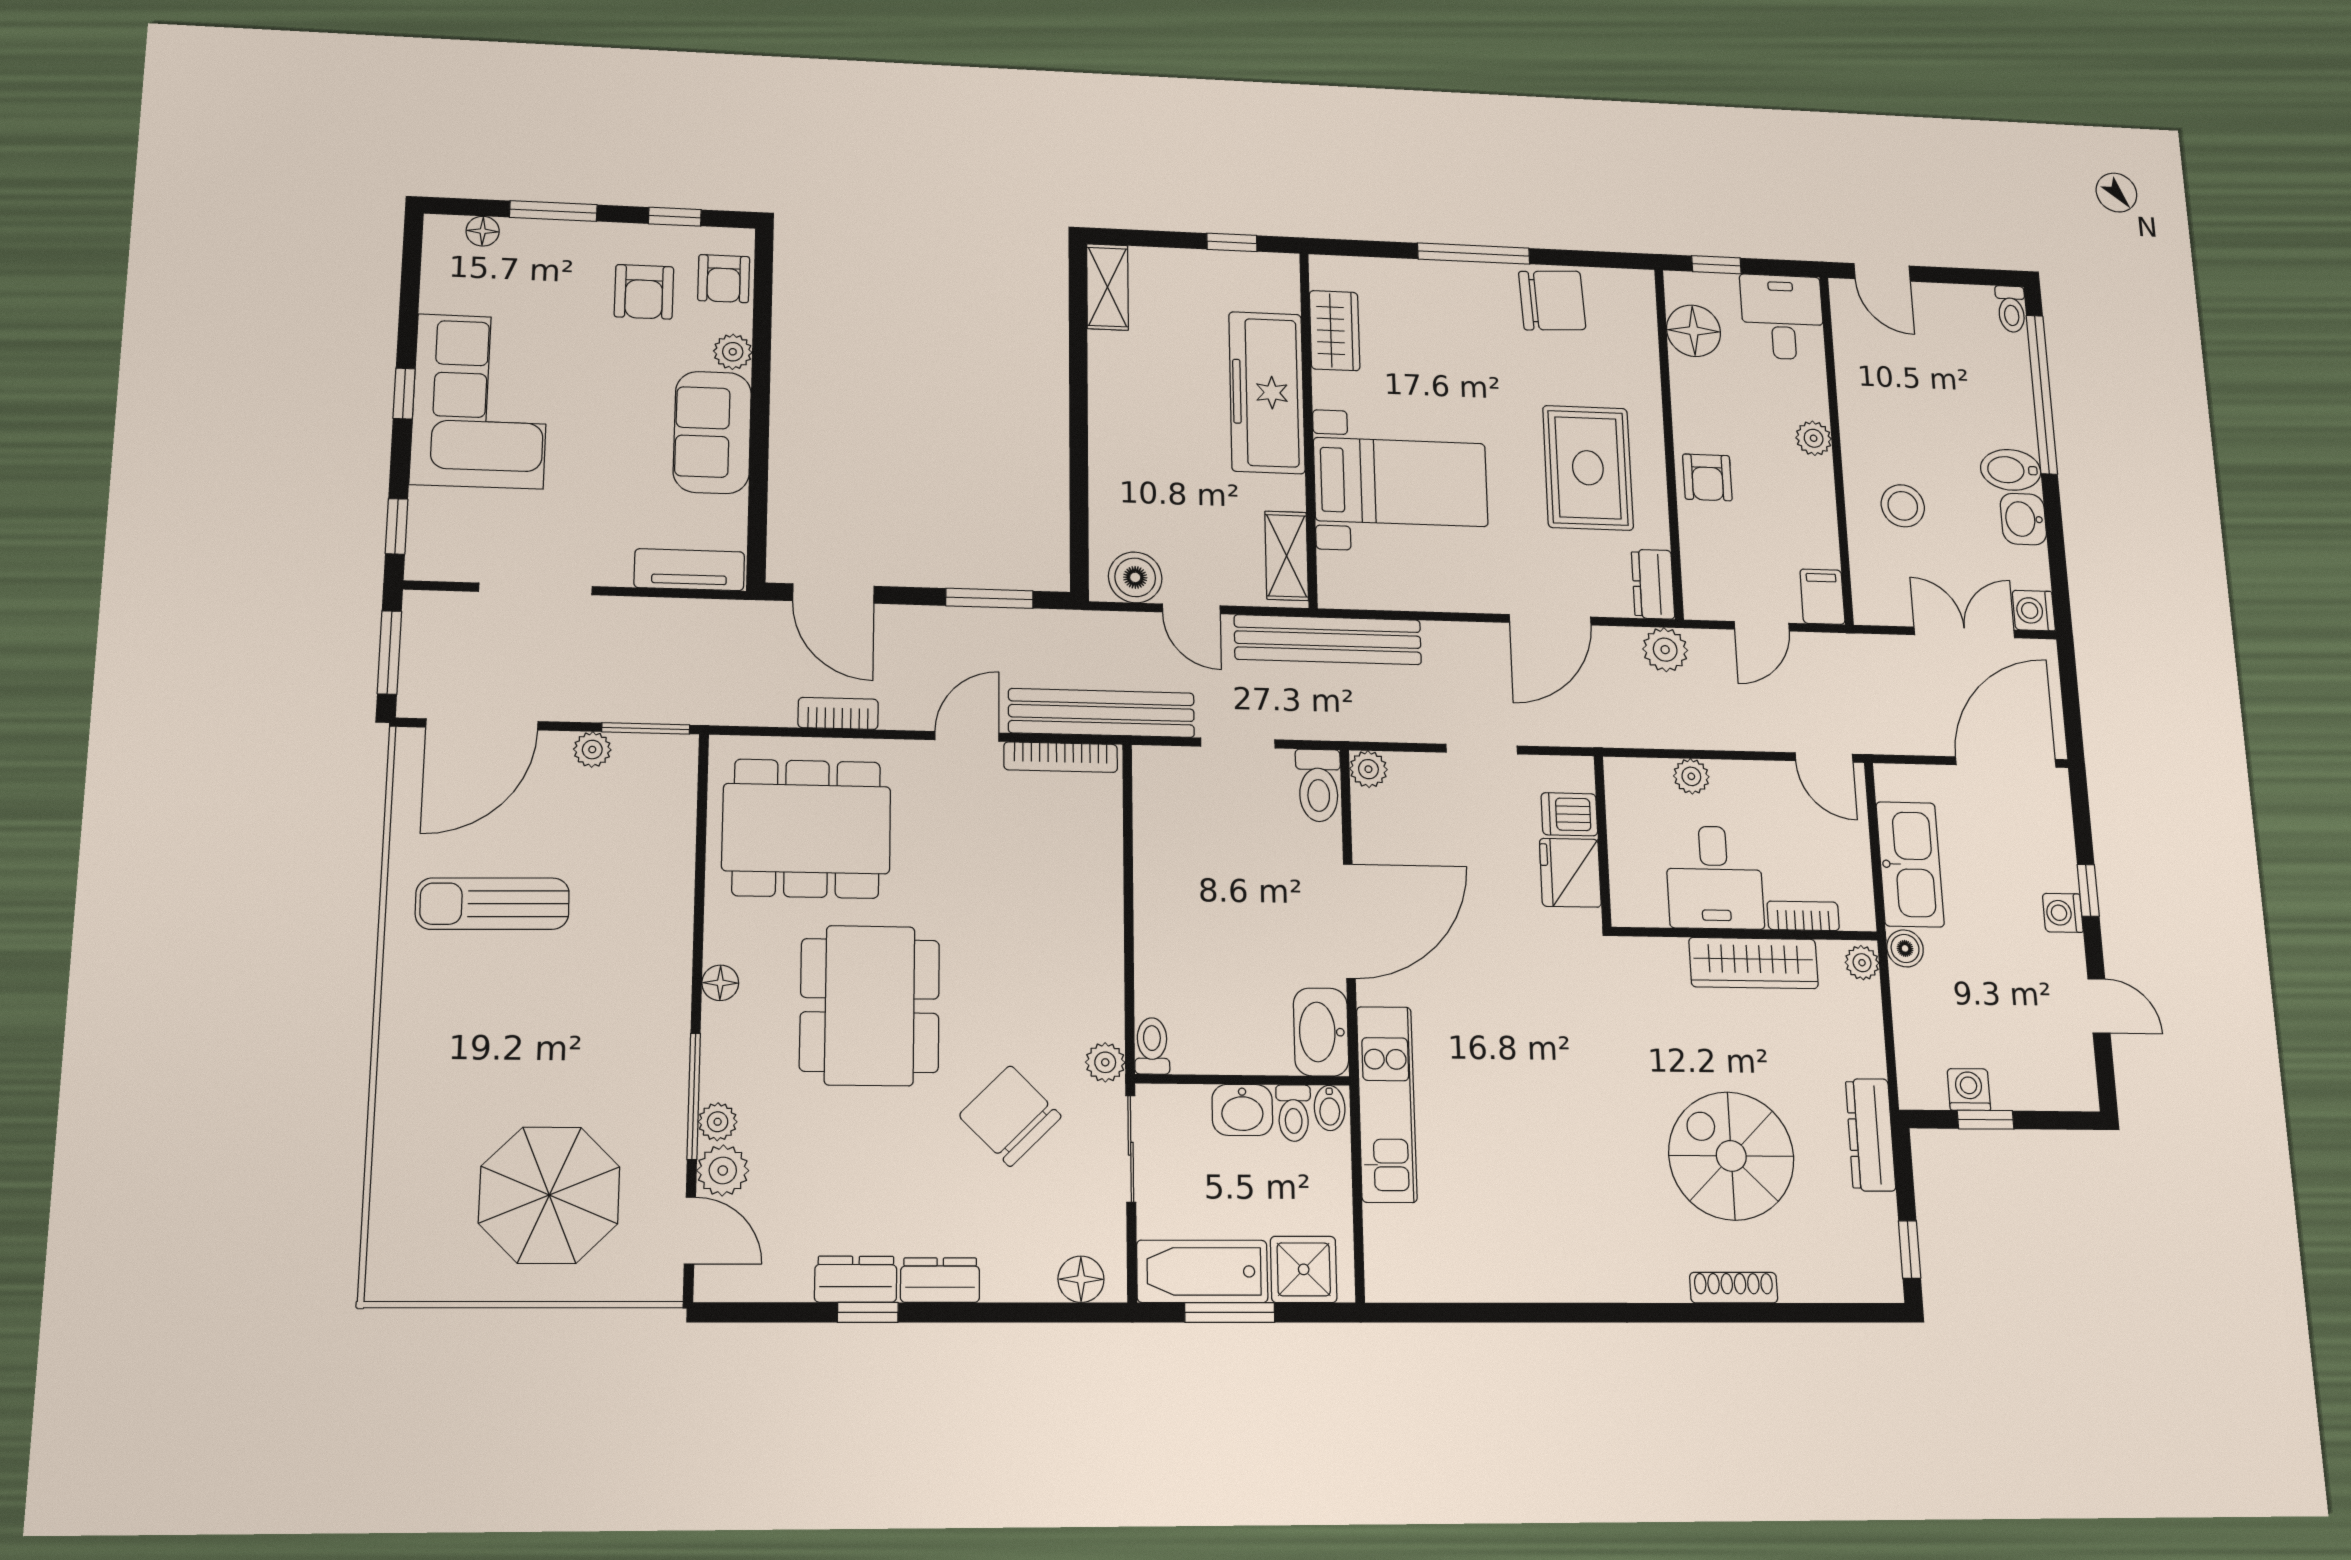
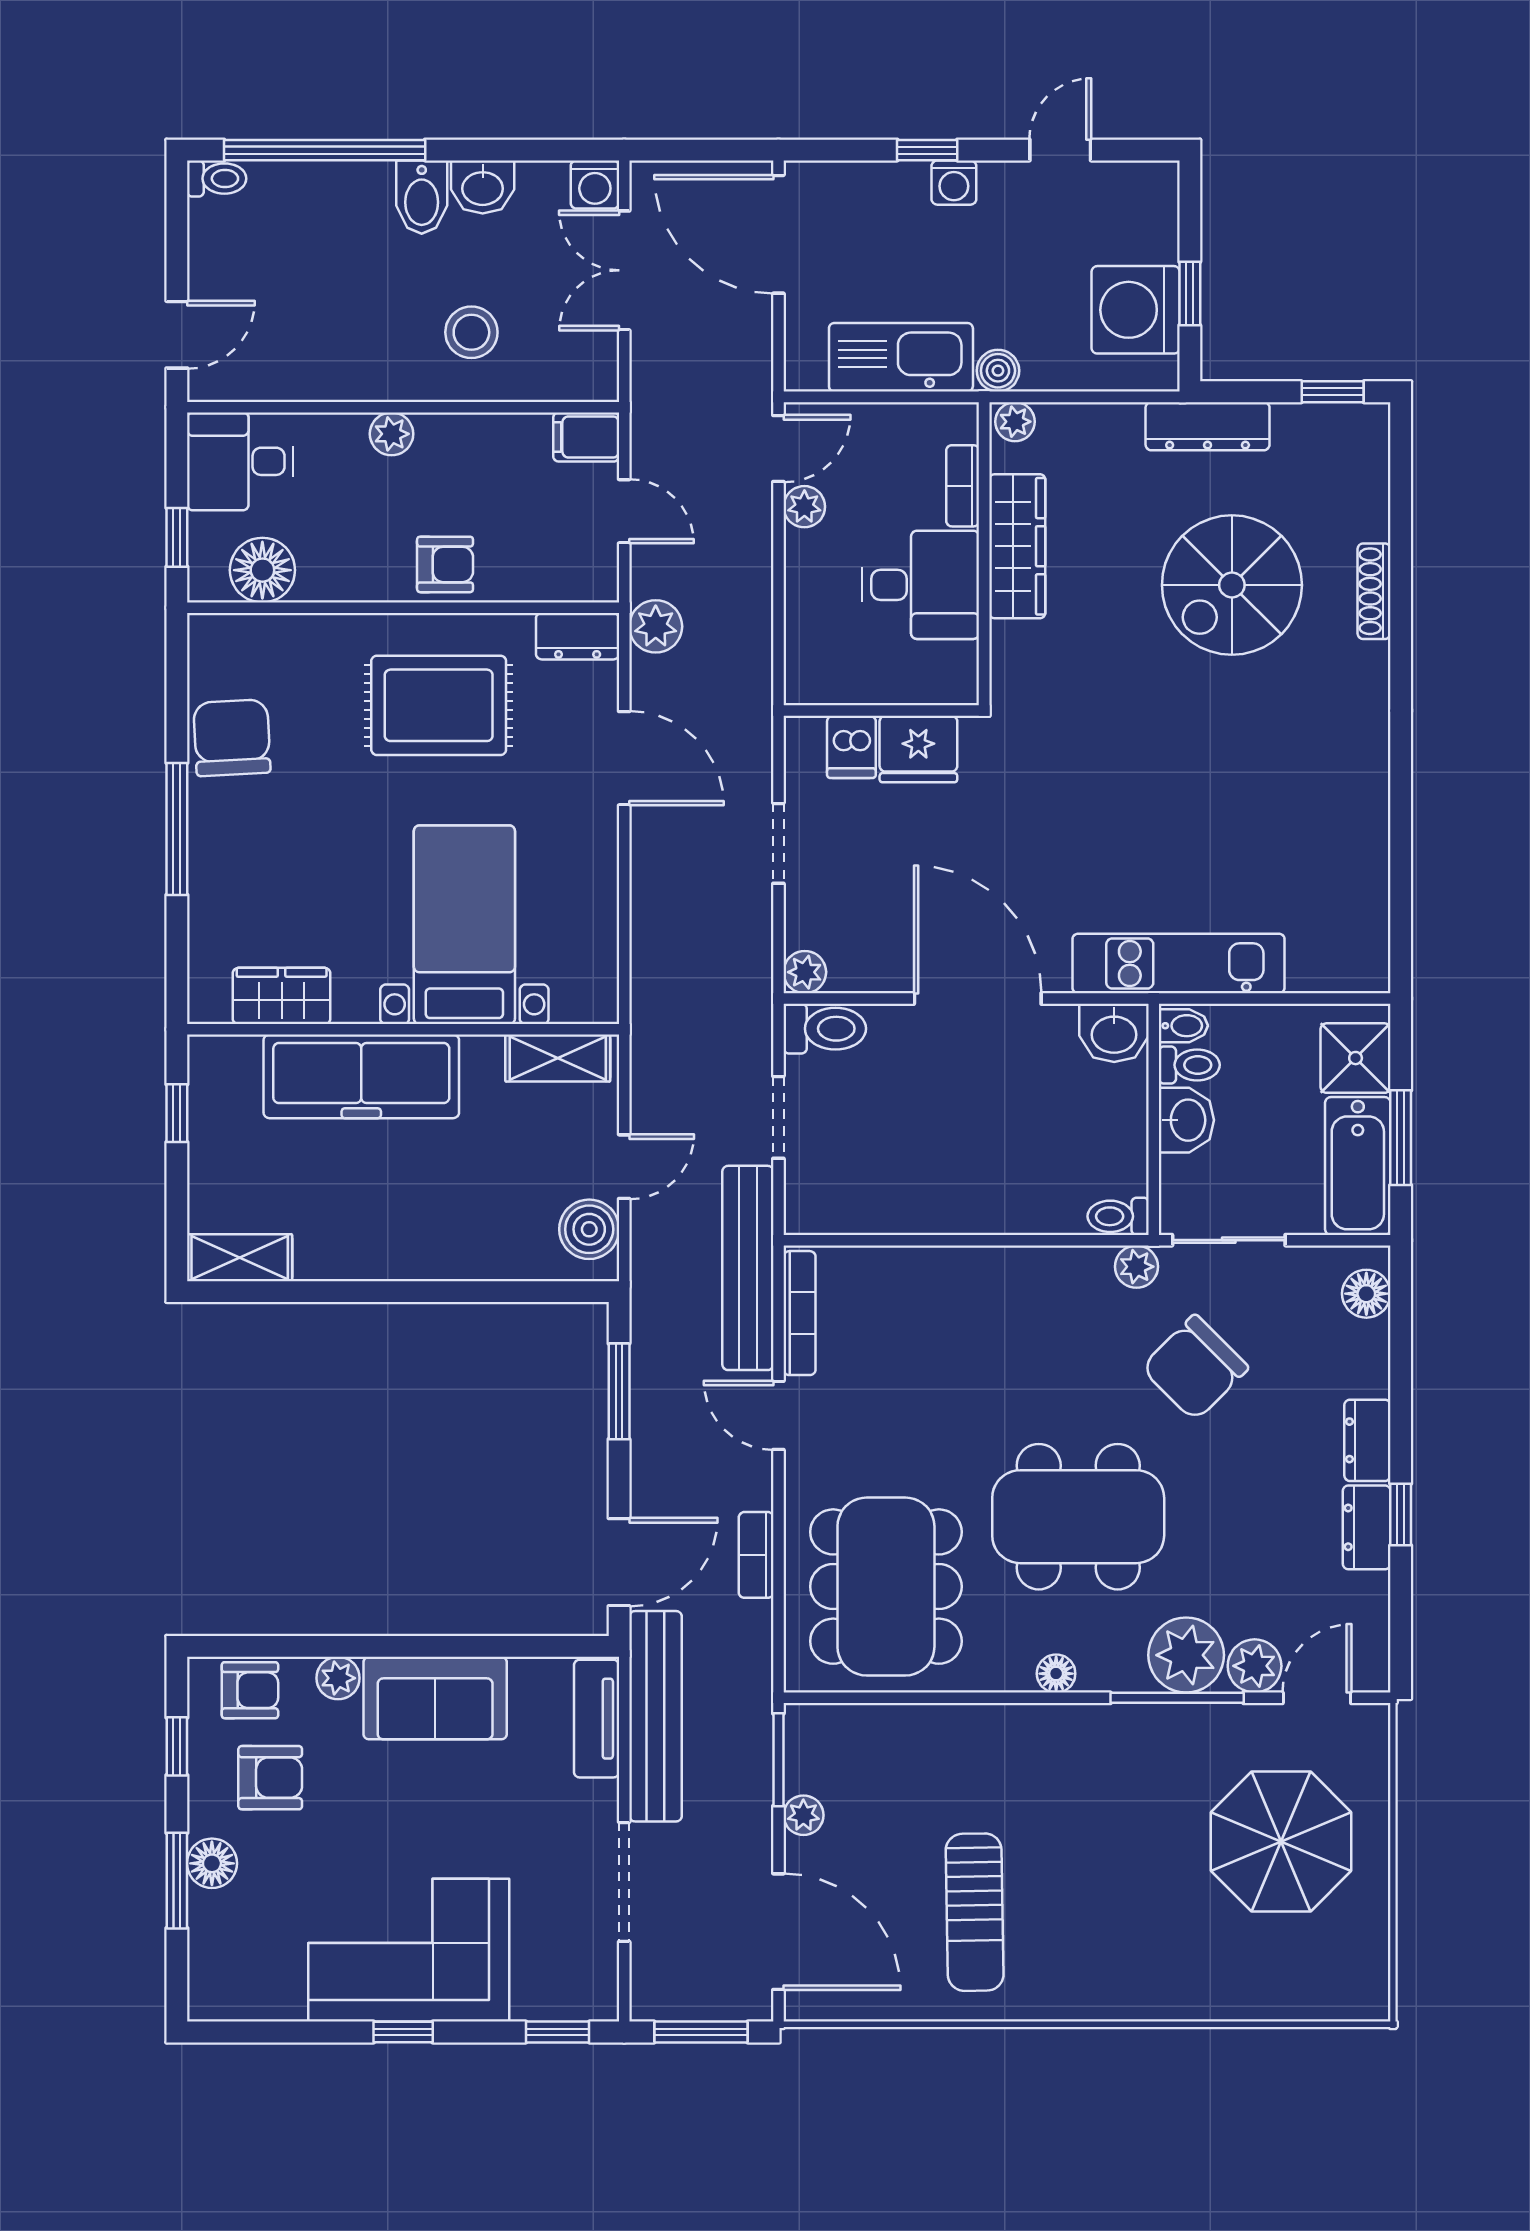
floor lamp: (483, 231) -> (212, 1863), moved, width x1.37, depth x1.37
bench: (1328, 640) -> (656, 1716), moved
plant: (1691, 776) -> (804, 507), moved
washbasin: (1321, 1032) -> (1114, 1033), width x0.72
washing machine: (1969, 1089) -> (1136, 310), width x1.89, depth x1.89
plant: (718, 1122) -> (1186, 1655), width x1.88, depth x1.88

